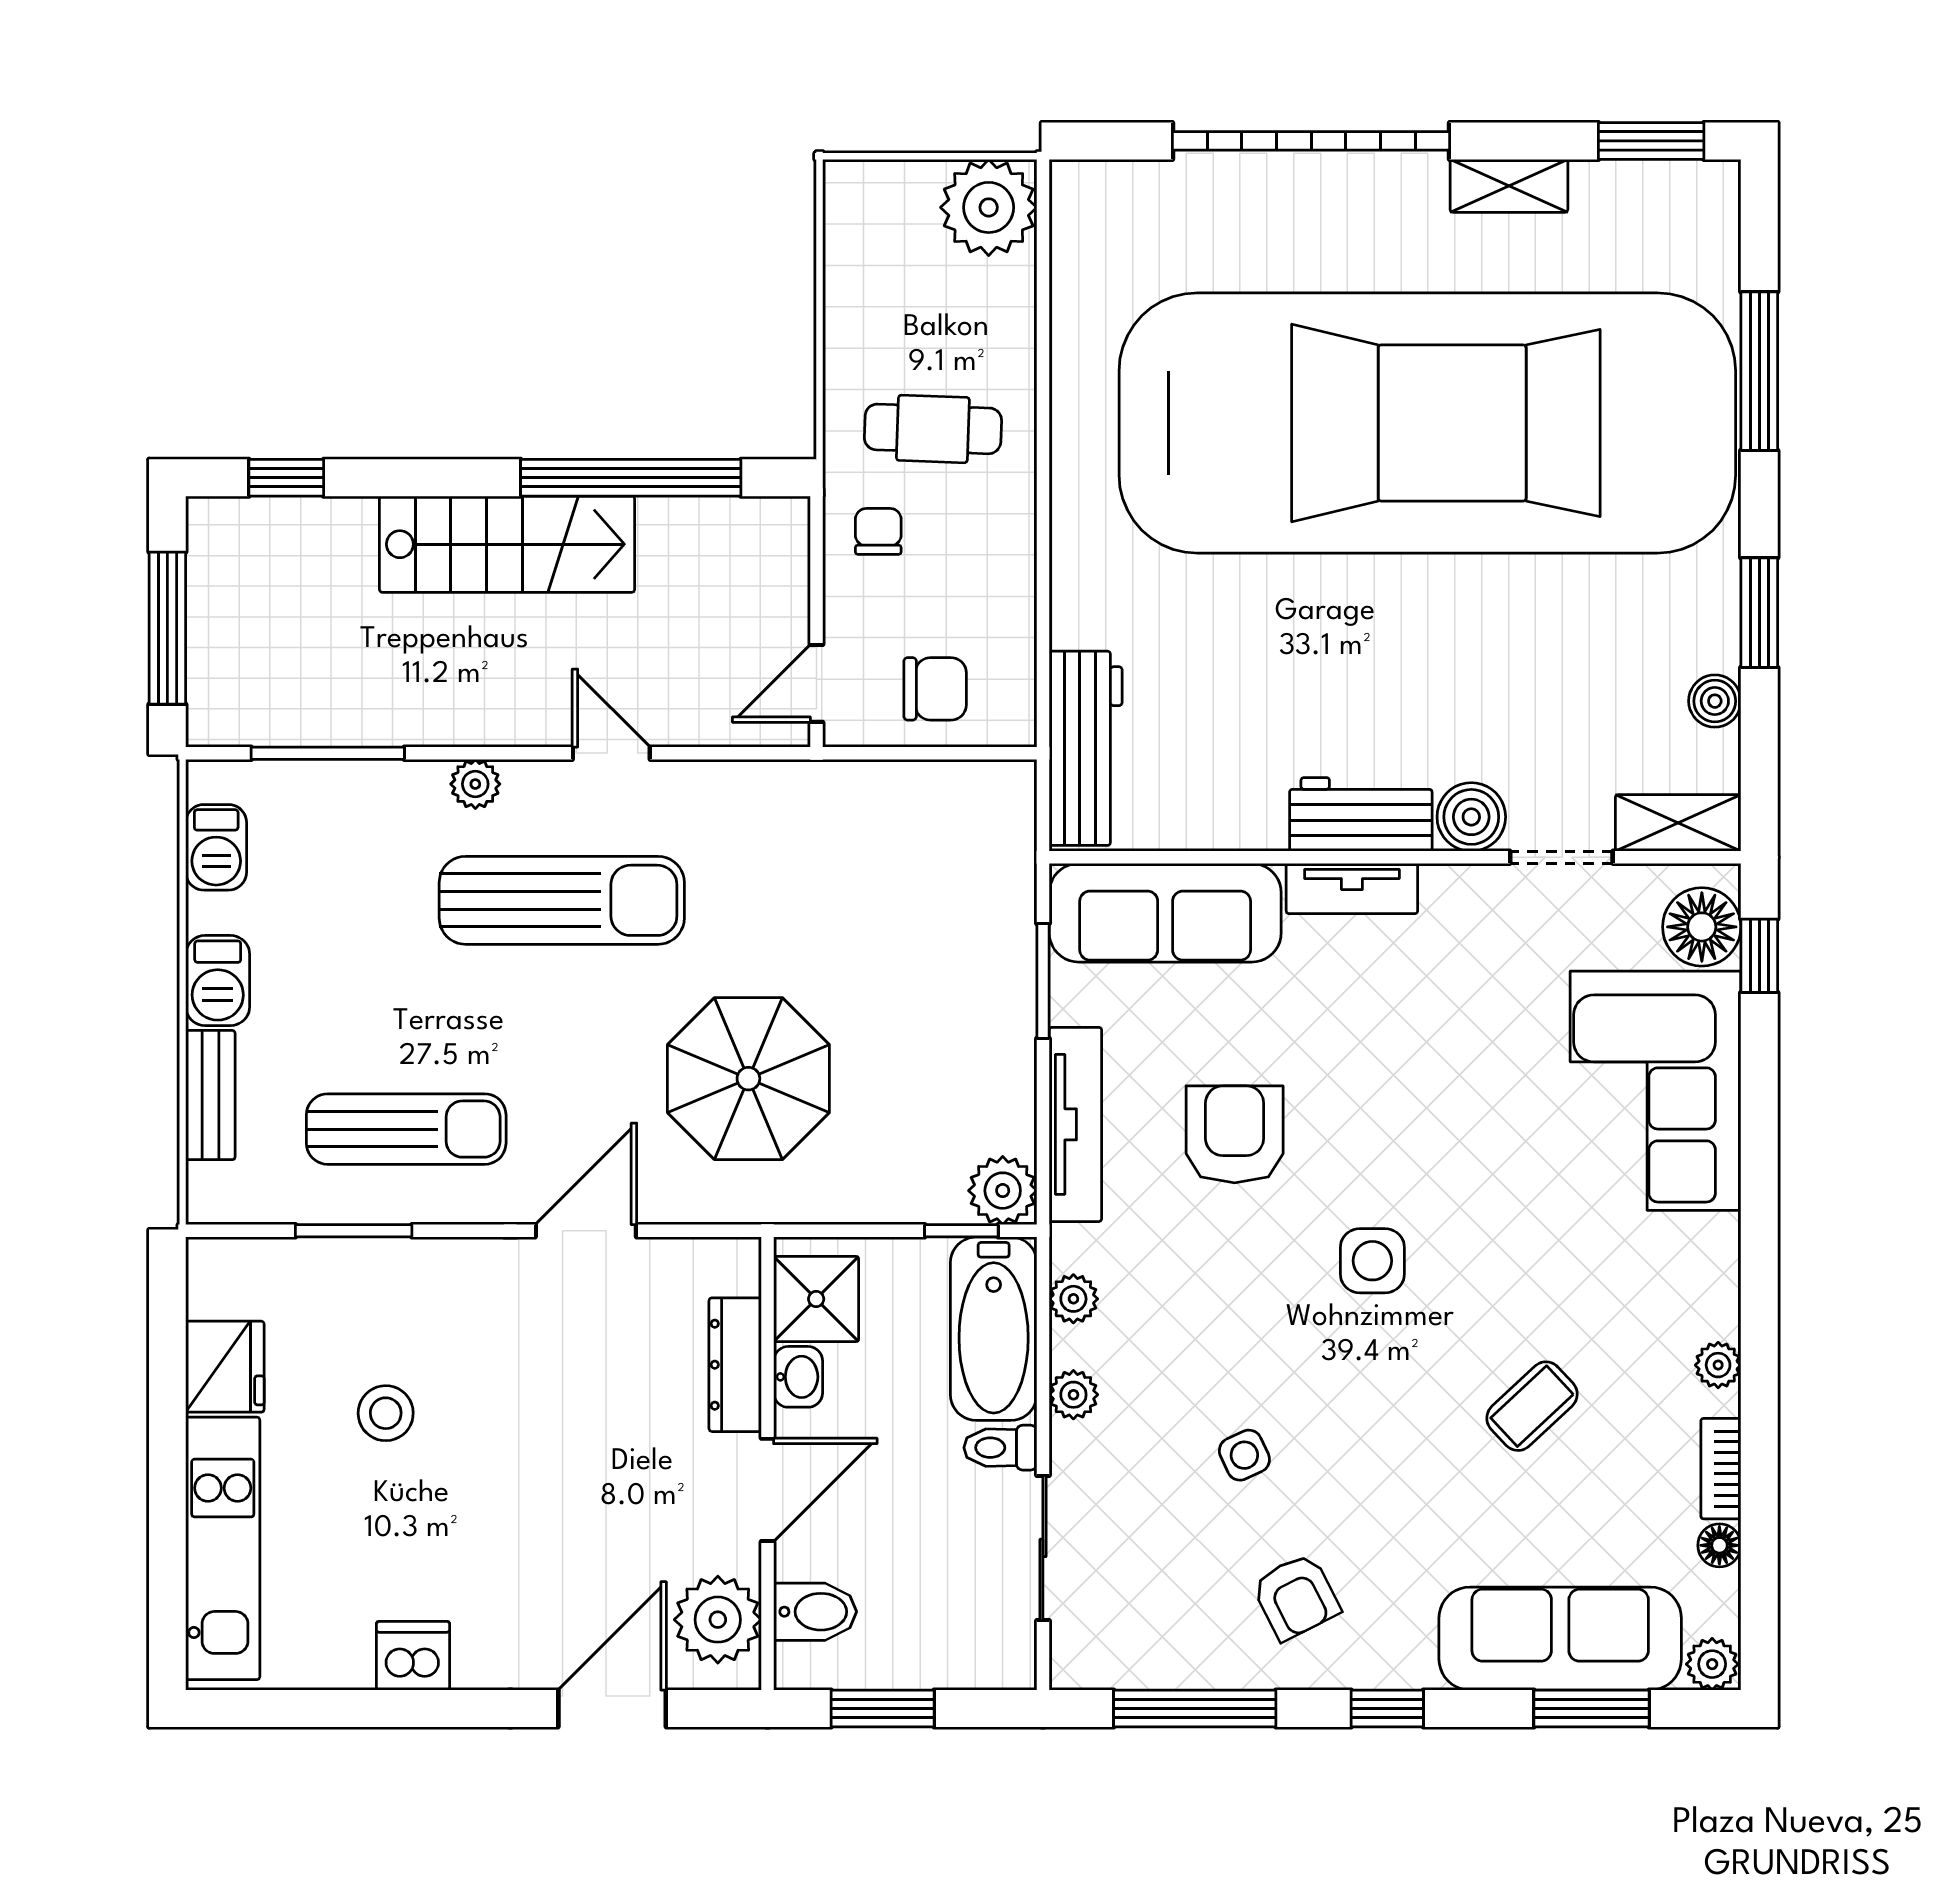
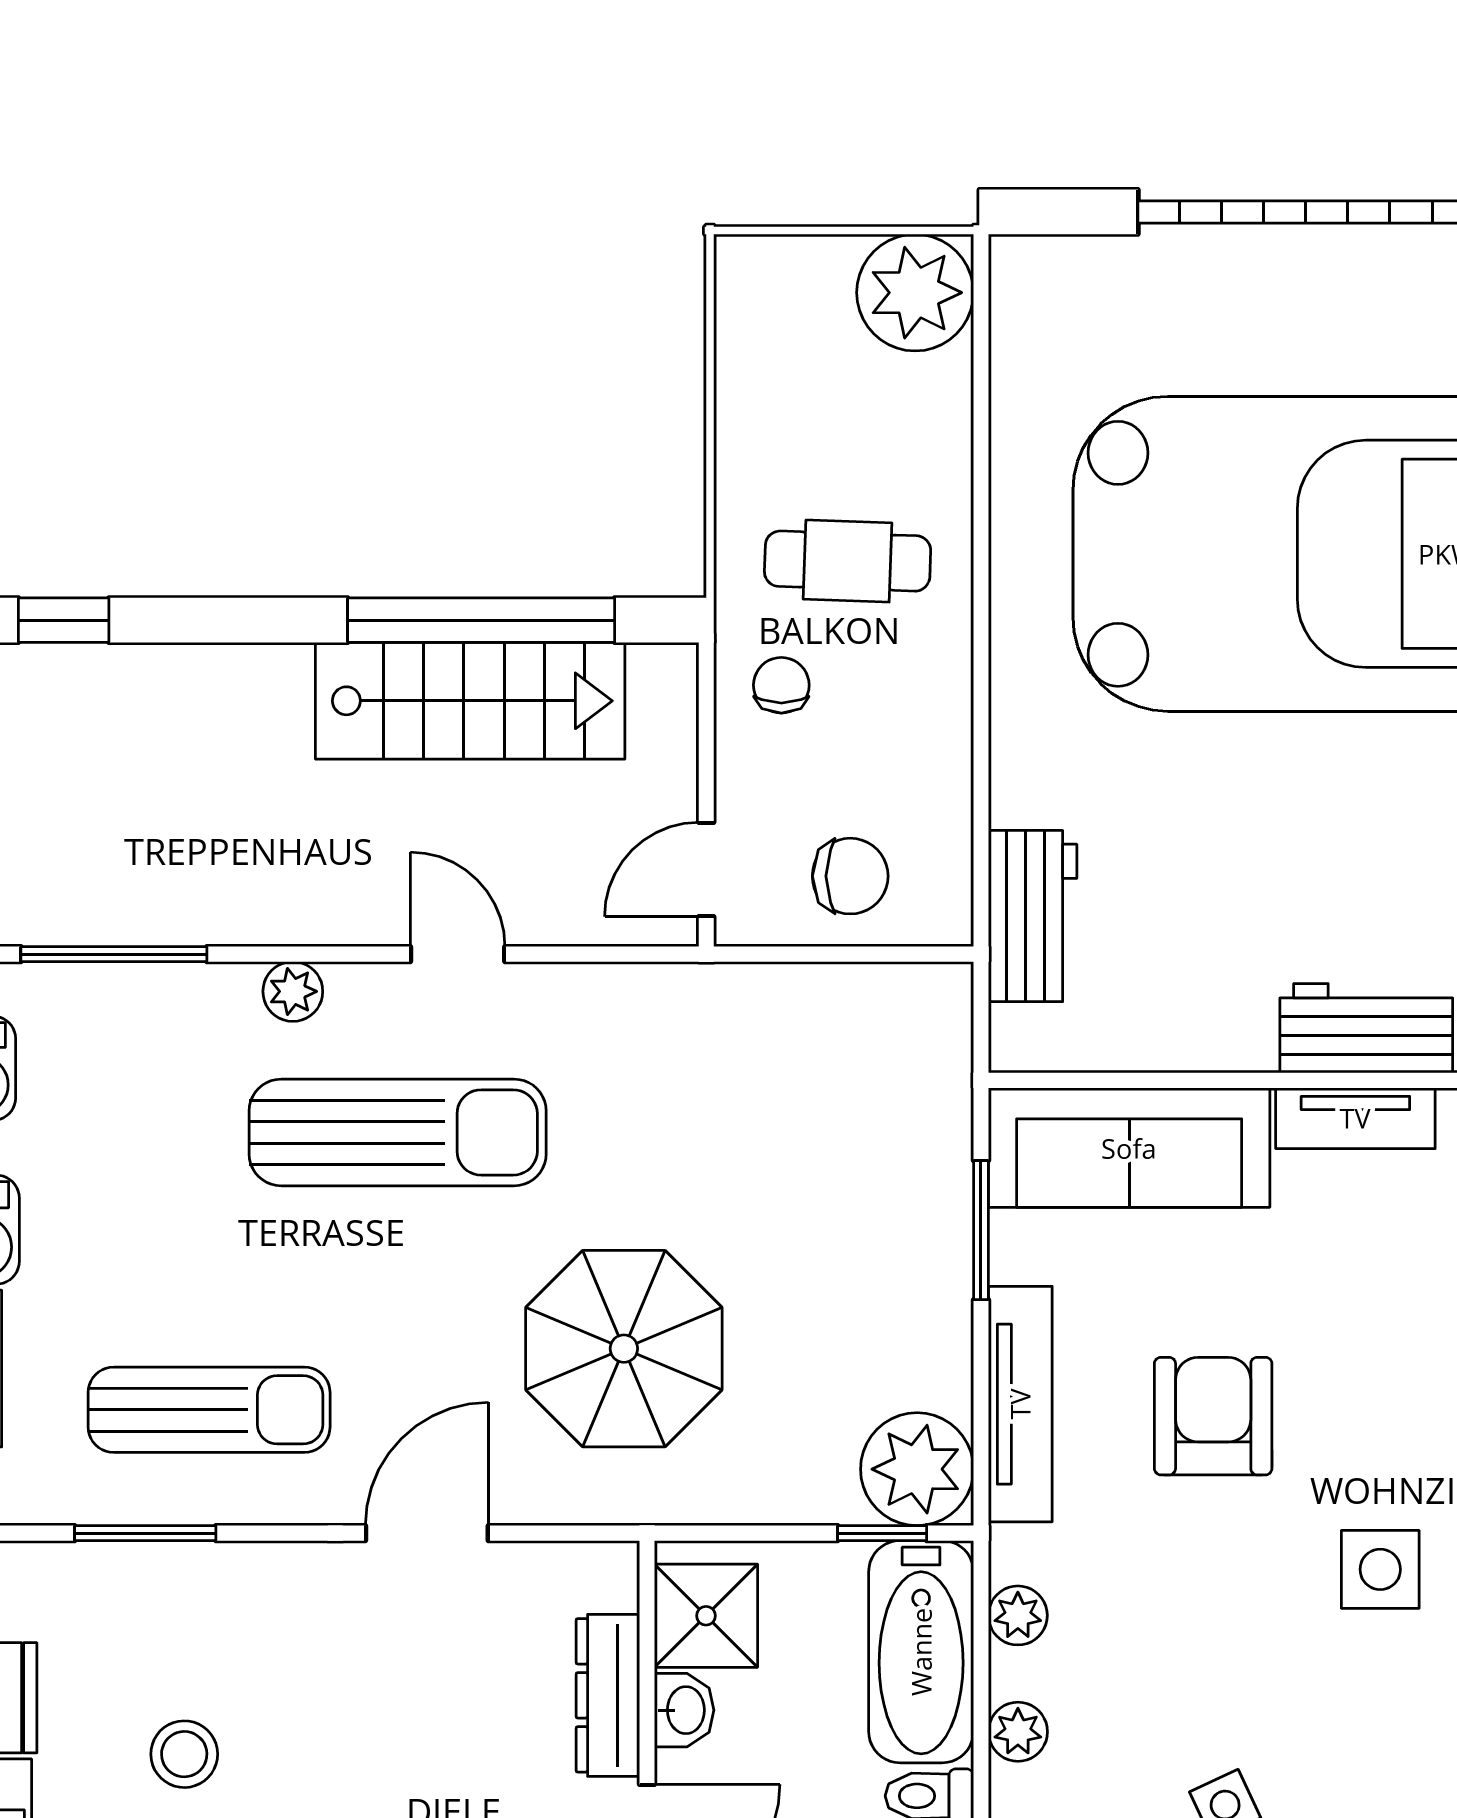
stairs: (507, 544) -> (470, 701), moved
workbench: (1086, 748) -> (1033, 916), width x0.73
plant: (1003, 1191) -> (917, 1469), width x1.36, depth x1.36

